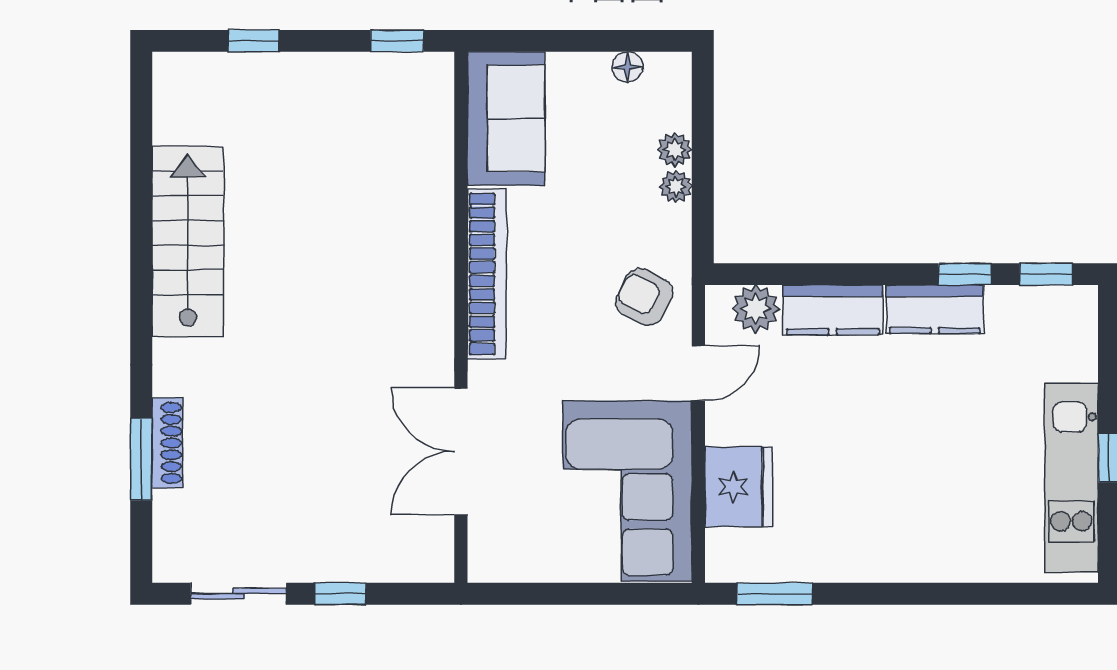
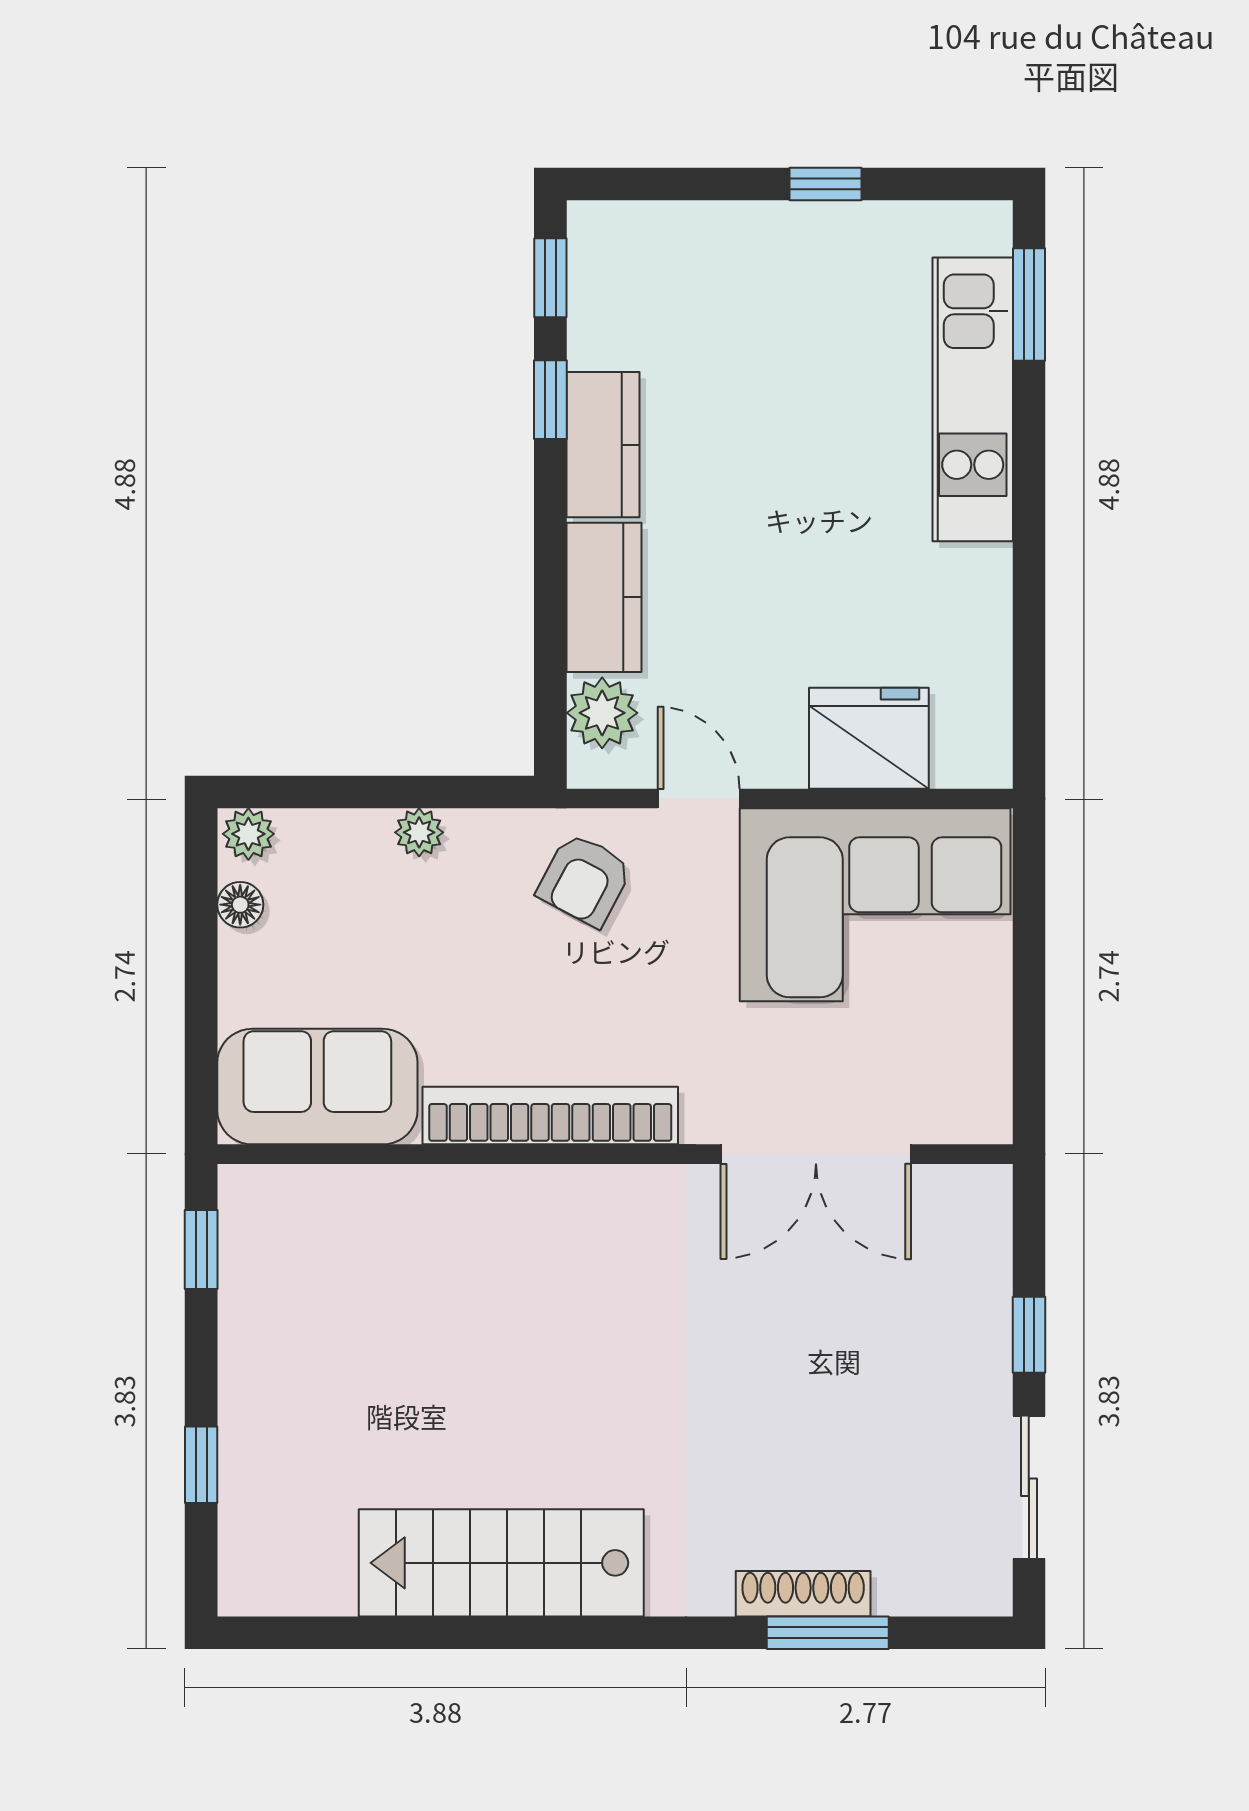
plant: (675, 150) -> (248, 834), moved
kitchen unit: (1071, 478) -> (973, 399), moved, turned 90
window: (775, 594) -> (1029, 304), moved

